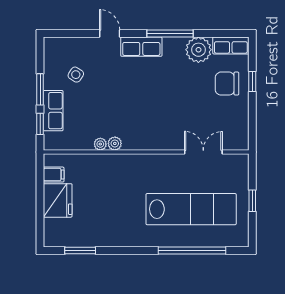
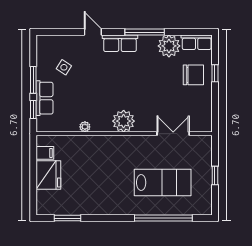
chair: (227, 84) -> (193, 75), turned 180
plant: (115, 143) -> (124, 121), moved, width x1.88, depth x1.88
lab bench: (191, 209) -> (163, 183), width x0.73

